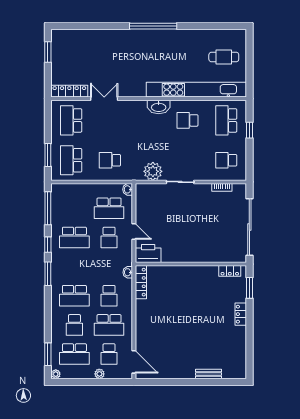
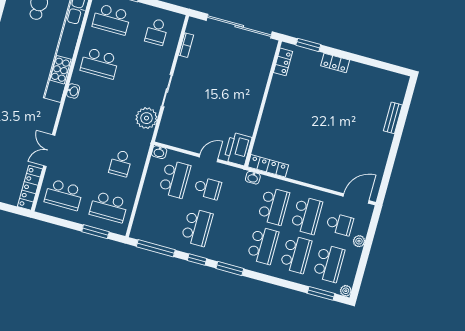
washbasin: (159, 107) -> (73, 91), width x0.52, depth x0.69
school desk: (187, 120) -> (100, 63), width x1.85
school desk: (109, 296) -> (274, 206), width x1.85
school desk: (74, 325) -> (296, 254), width x1.85

